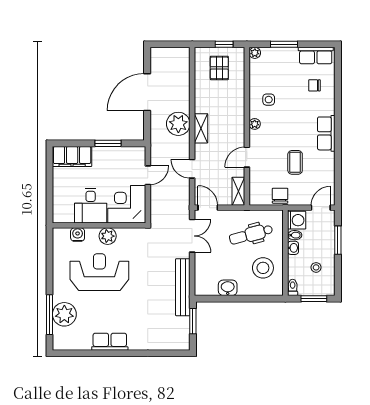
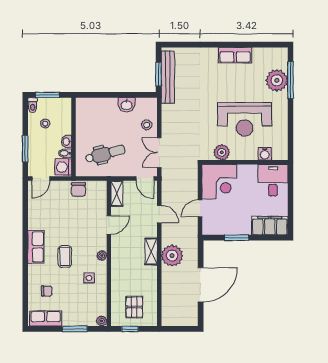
coffee table: (295, 162) -> (65, 257), moved
desk: (91, 206) -> (273, 180), moved
plant: (108, 236) -> (222, 152), moved
stool: (263, 268) -> (147, 125), moved, width x0.53, depth x0.53
bench: (183, 287) -> (168, 77), moved
toilet: (293, 287) -> (33, 105), moved

